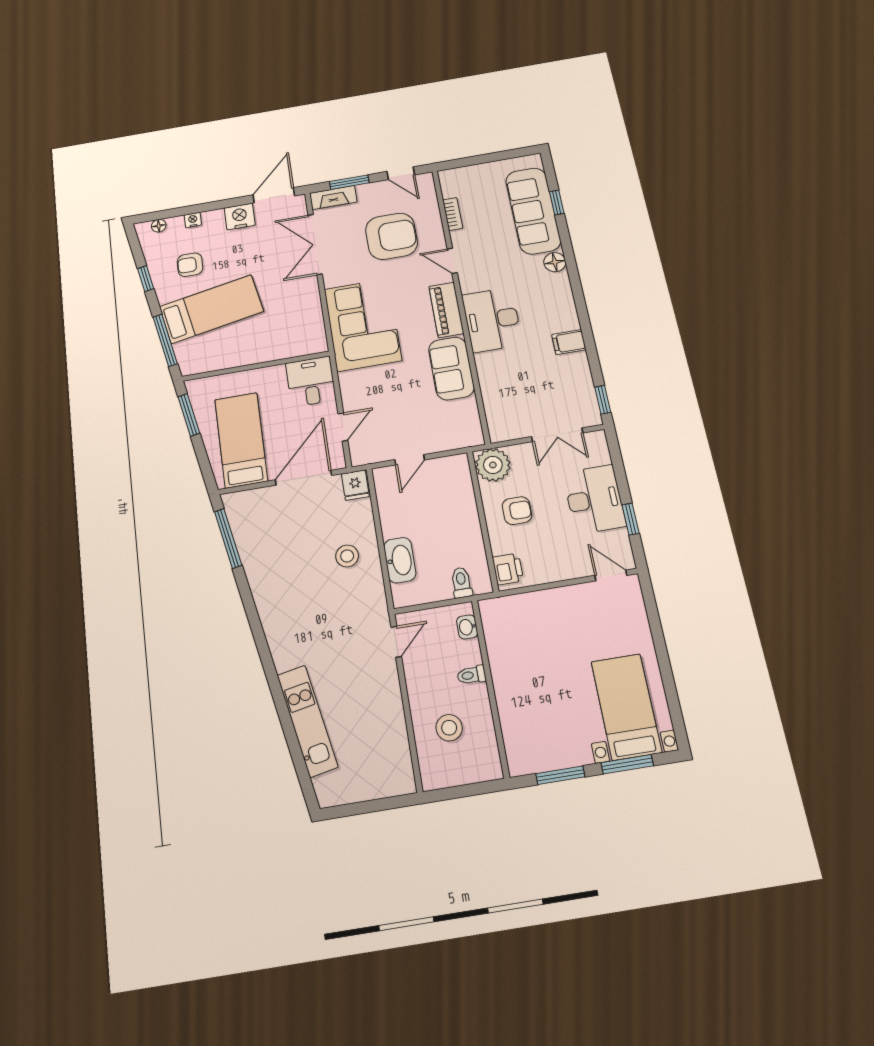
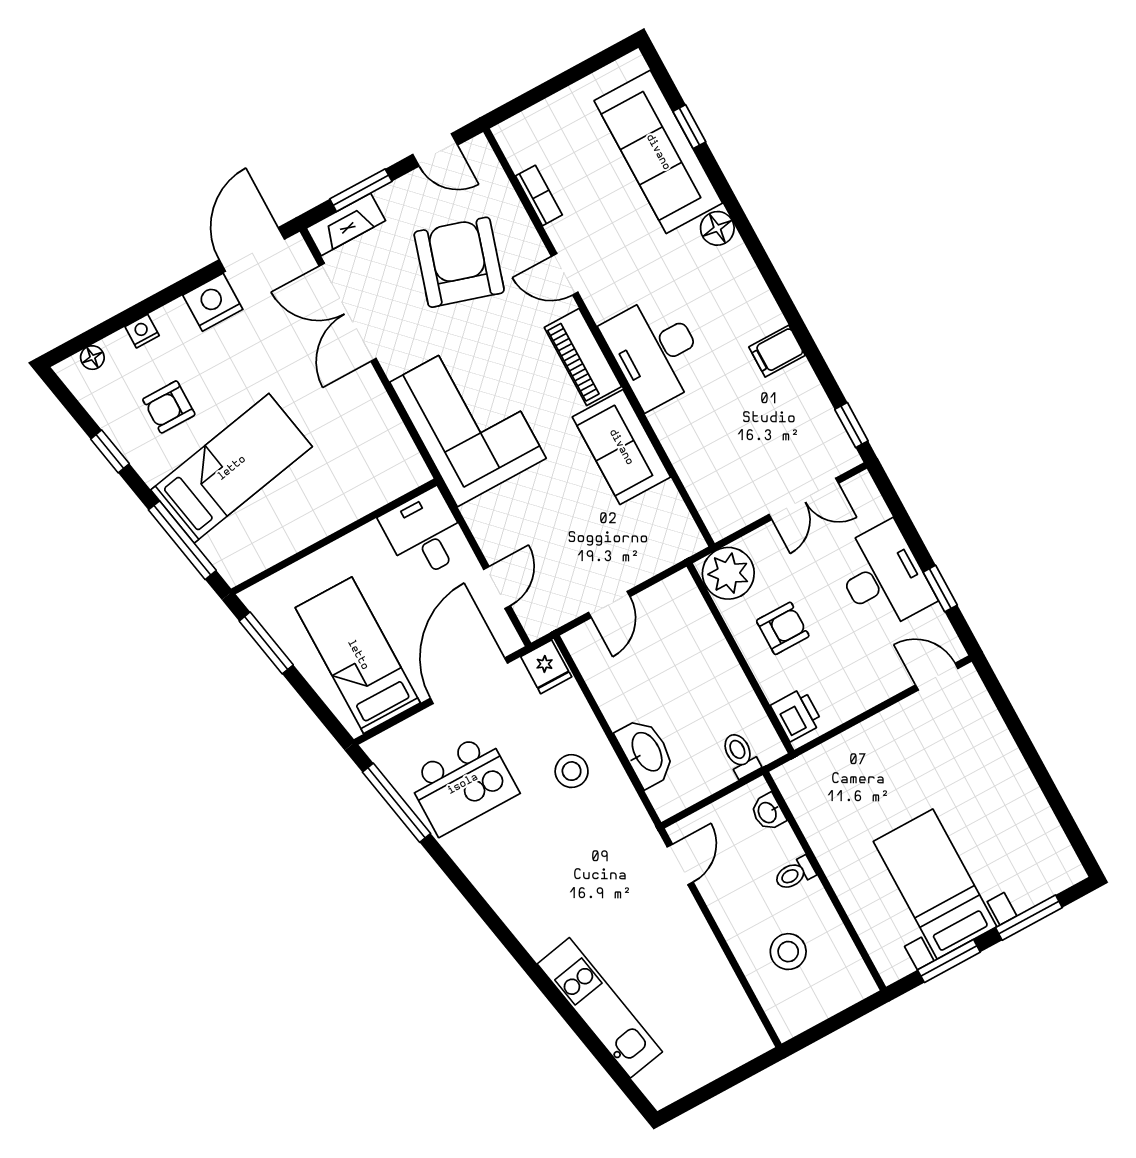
armchair: (391, 236) -> (459, 262), turned -73
kitchen island: (274, 541) -> (463, 784), added
bed with nightstands: (626, 707) -> (935, 884), moved

